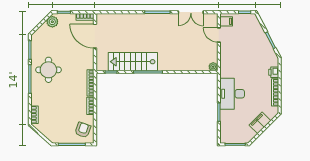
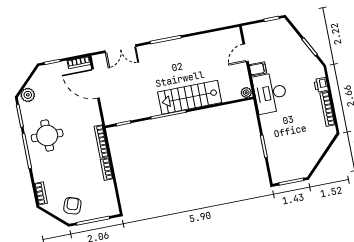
double door: (191, 12) -> (120, 49), moved
filing cabinet: (226, 21) -> (258, 69), moved
plant: (52, 22) -> (28, 95), moved
door: (219, 35) -> (246, 53), hinge flipped
stairs: (133, 62) -> (190, 97), moved
desk: (232, 94) -> (270, 93), moved
filing cabinet: (260, 123) -> (316, 150), removed
armchair: (83, 130) -> (72, 206), moved

